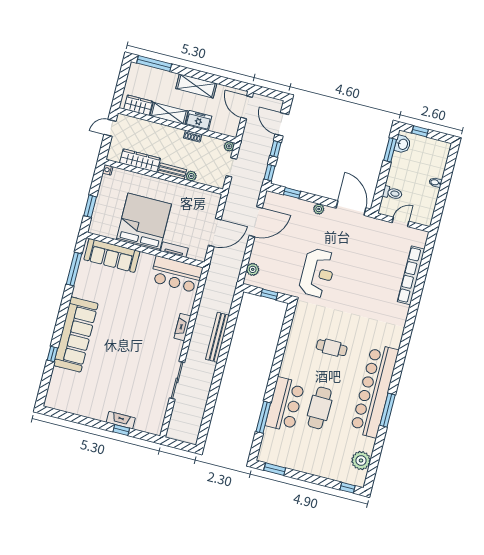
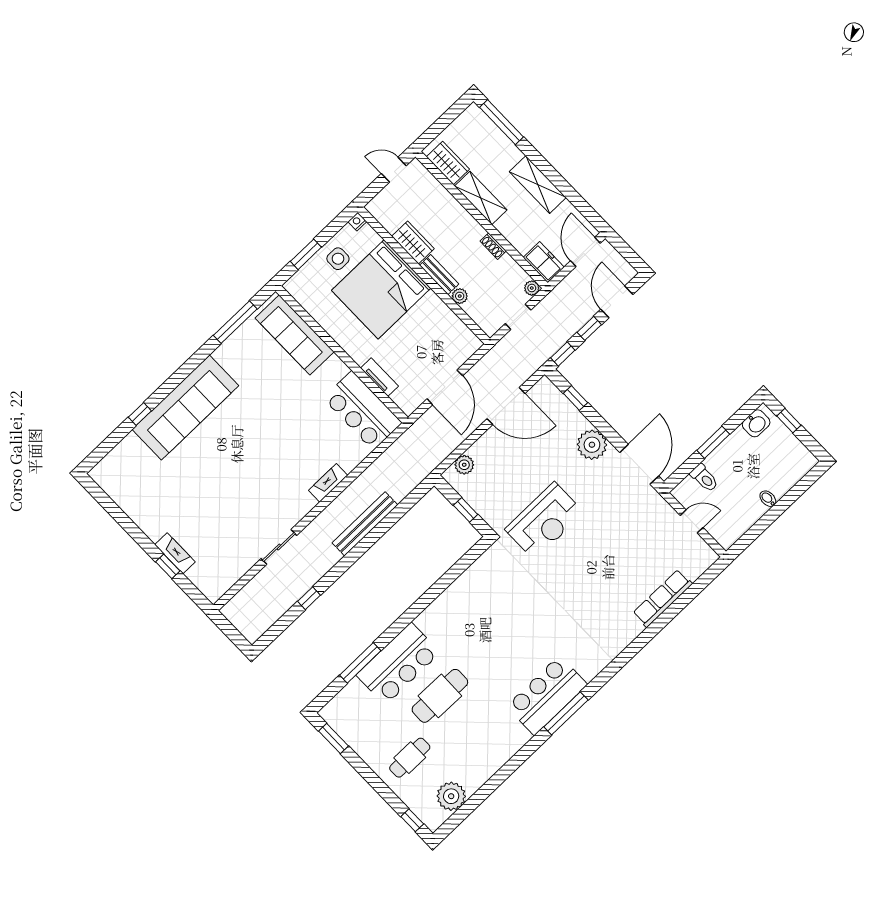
freezer: (199, 120) -> (544, 262), moved
window: (390, 150) -> (713, 442), moved
wardrobe: (140, 161) -> (413, 243), width x0.67
side table: (110, 197) -> (338, 259), added
plant: (319, 209) -> (592, 445), width x1.87, depth x1.87
bed: (144, 222) -> (381, 289), moved, turned 180
door: (215, 233) -> (445, 387), hinge flipped
row of seats: (411, 275) -> (663, 598), width x0.73
cafe table: (332, 348) -> (410, 758), moved, turned 90
sliding door: (177, 380) -> (279, 547), width x0.73
bar counter: (374, 391) -> (547, 695), width x0.54
window: (212, 399) -> (309, 598), added
window: (388, 410) -> (566, 713), moved

